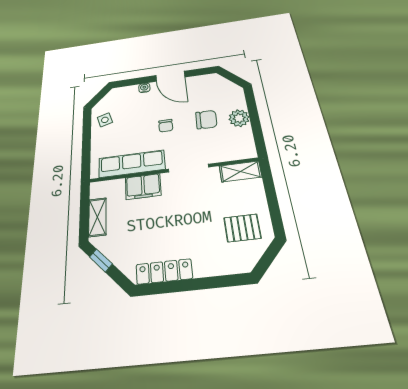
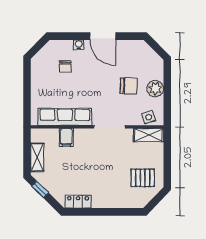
side table: (105, 120) -> (149, 117), moved
chair: (166, 126) -> (65, 67), moved
filing cabinet: (143, 187) -> (66, 137), width x0.50
locker: (164, 271) -> (78, 202), width x0.66

